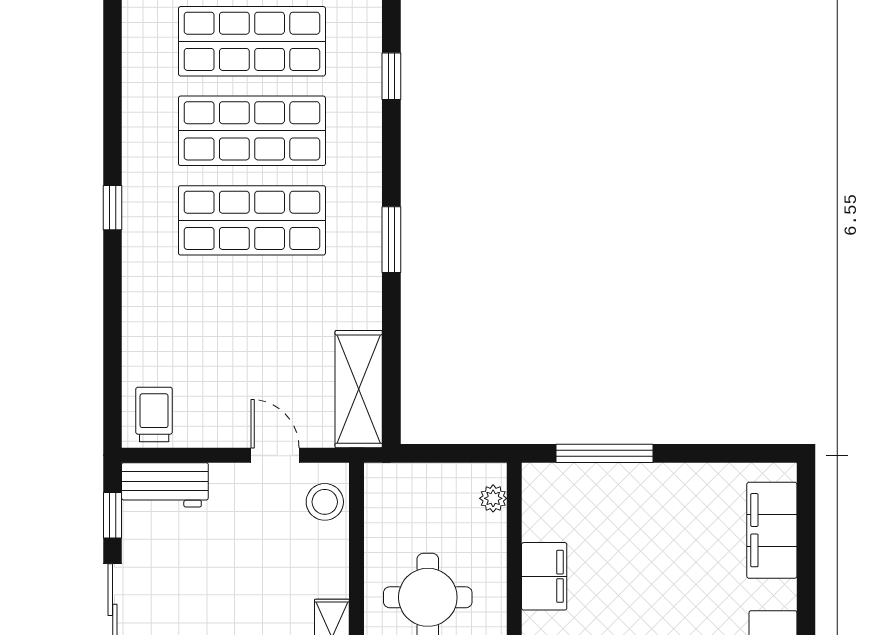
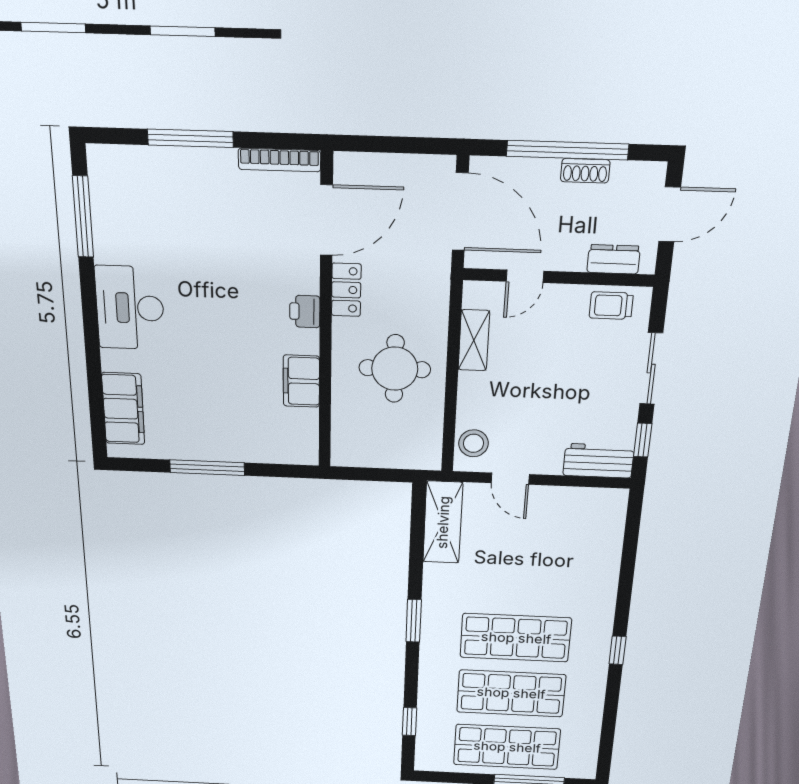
trolley: (154, 415) -> (602, 511), removed
window: (605, 453) -> (207, 468), moved
plant: (493, 498) -> (341, 441), removed

